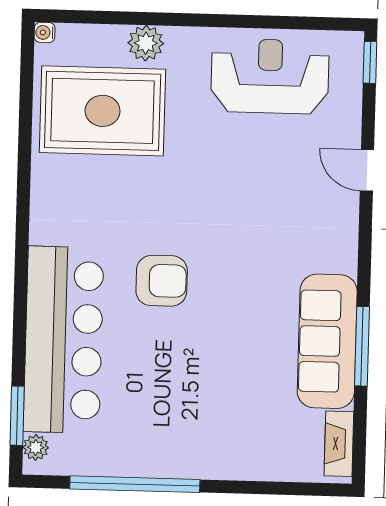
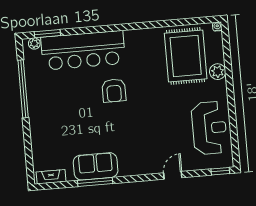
sofa: (327, 341) -> (96, 166), width x0.73

